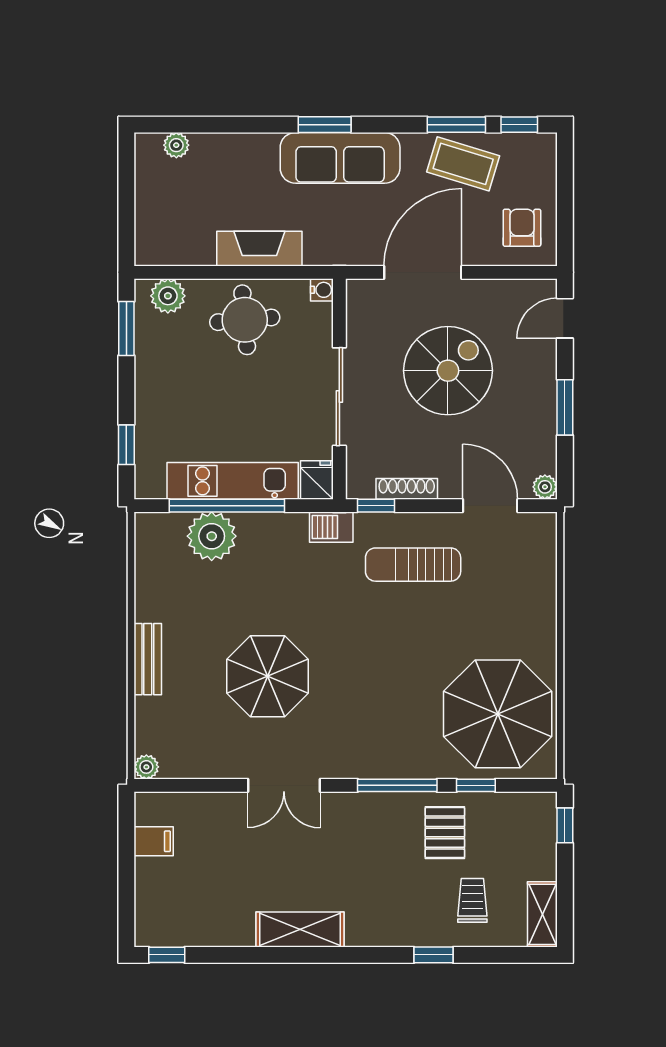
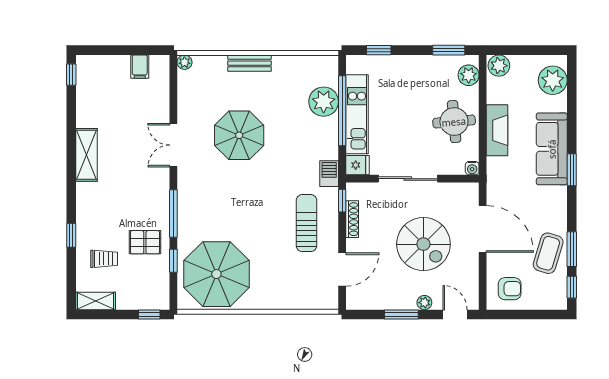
plant: (176, 145) -> (553, 80), width x1.87, depth x1.87
sofa: (340, 158) -> (552, 149), moved
plant: (152, 245) -> (499, 66), added
plant: (545, 487) -> (424, 303), moved

